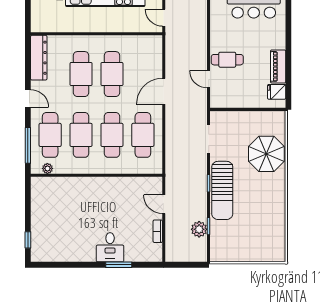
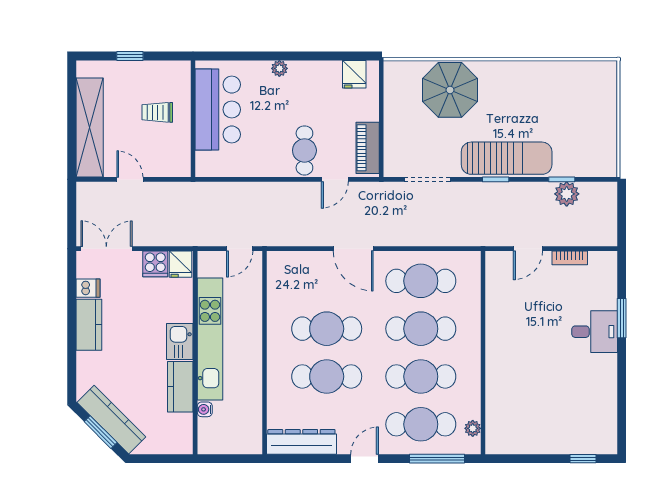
plant: (280, 43) -> (279, 68), added
piano: (278, 66) -> (368, 148), moved, turned 90

